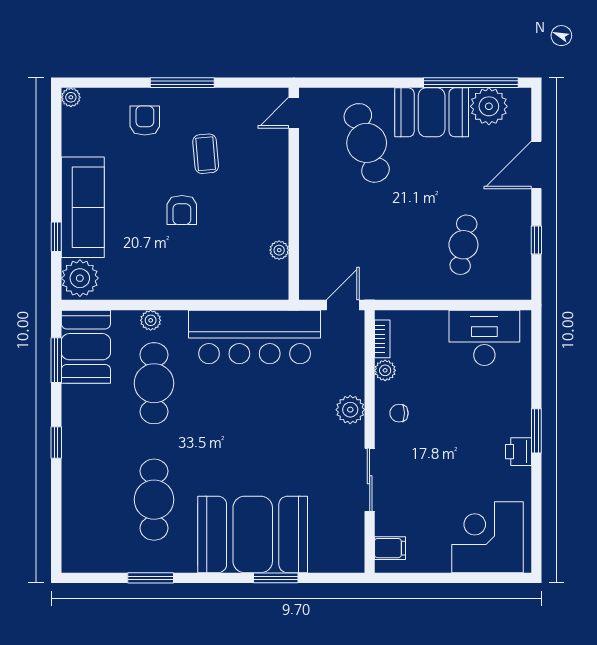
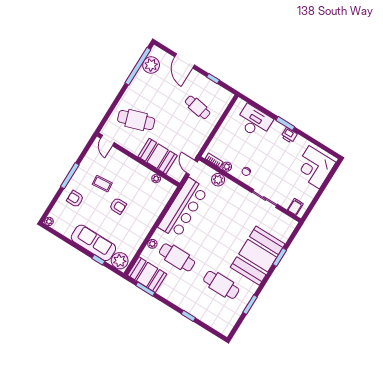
booth: (432, 112) -> (158, 156), moved, turned 90
desk: (484, 338) -> (254, 121), moved, turned 90
plant: (350, 410) -> (218, 180), moved
window: (56, 442) -> (188, 316), moved

